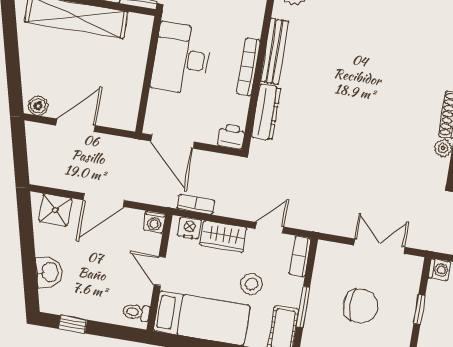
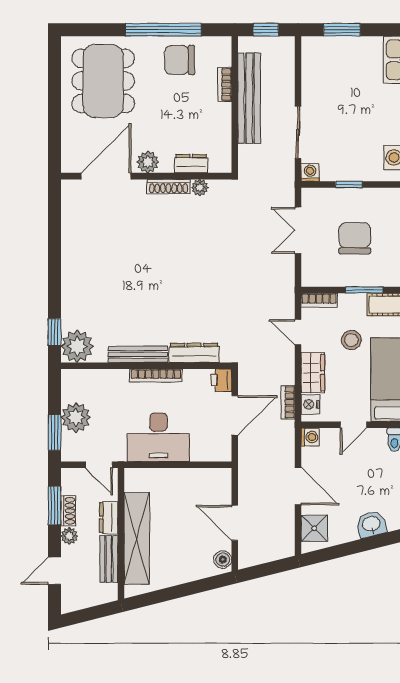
door: (172, 142) -> (235, 415), moved

